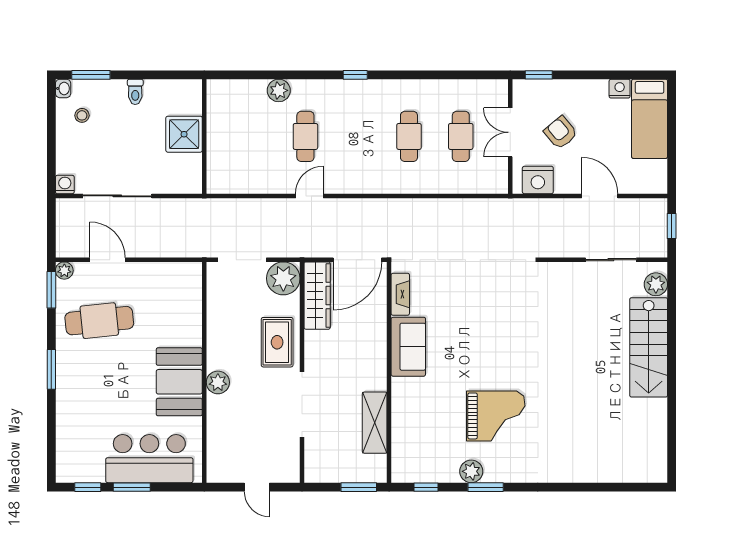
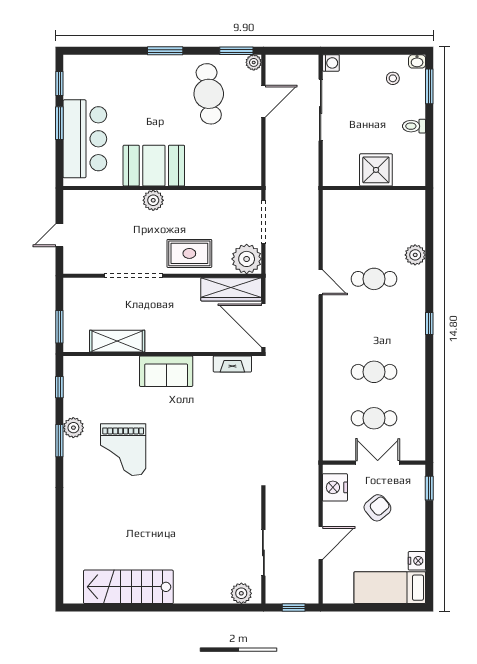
sofa: (408, 347) -> (166, 371), moved
stairs: (649, 347) -> (128, 587), moved

